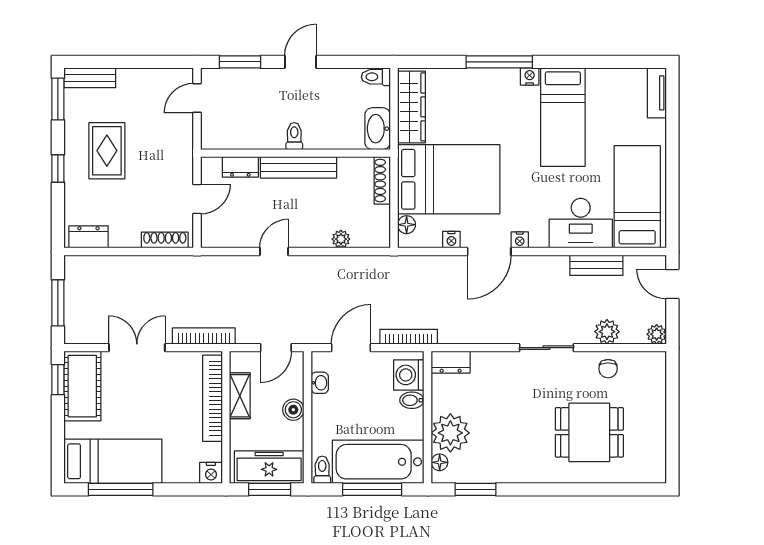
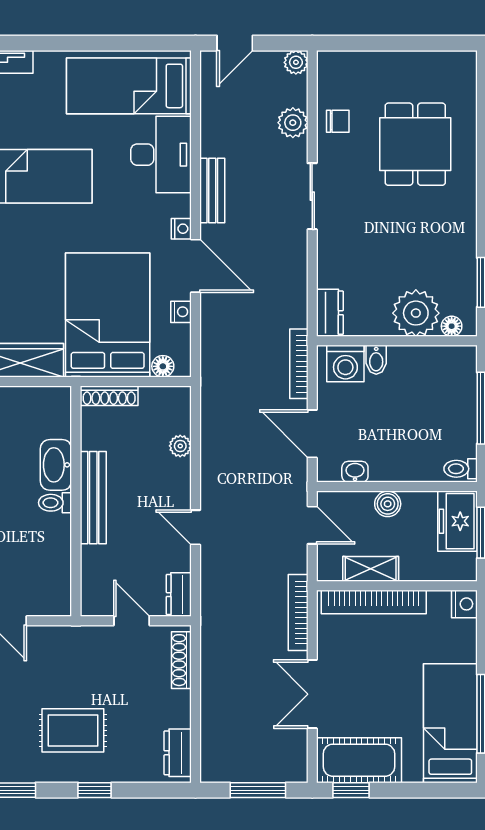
washbasin: (378, 129) -> (56, 465), moved, turned 90
dresser: (240, 167) -> (179, 595), moved, turned 180
bench: (596, 265) -> (212, 190), moved
bathtub: (378, 462) -> (451, 401), removed
freezer: (269, 467) -> (457, 521), width x0.71

